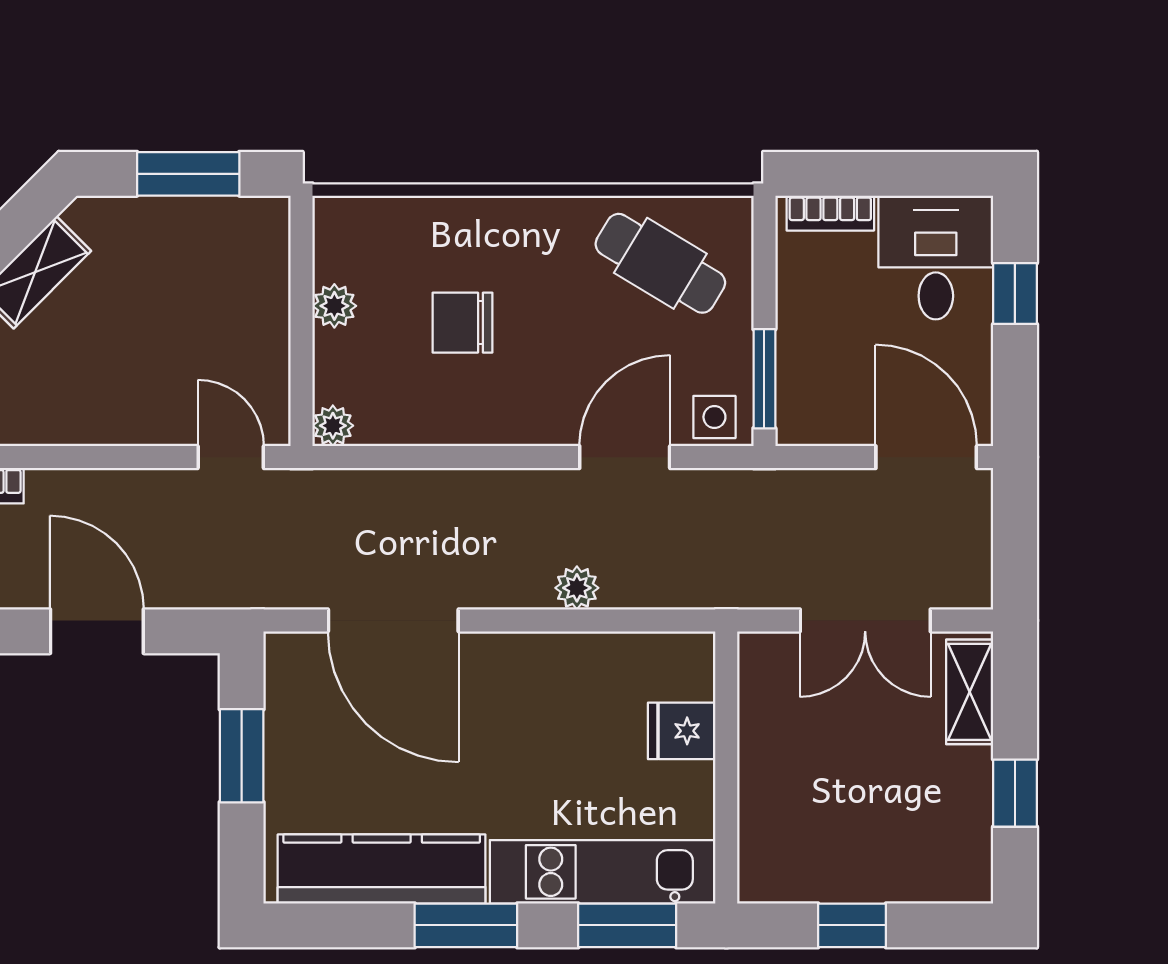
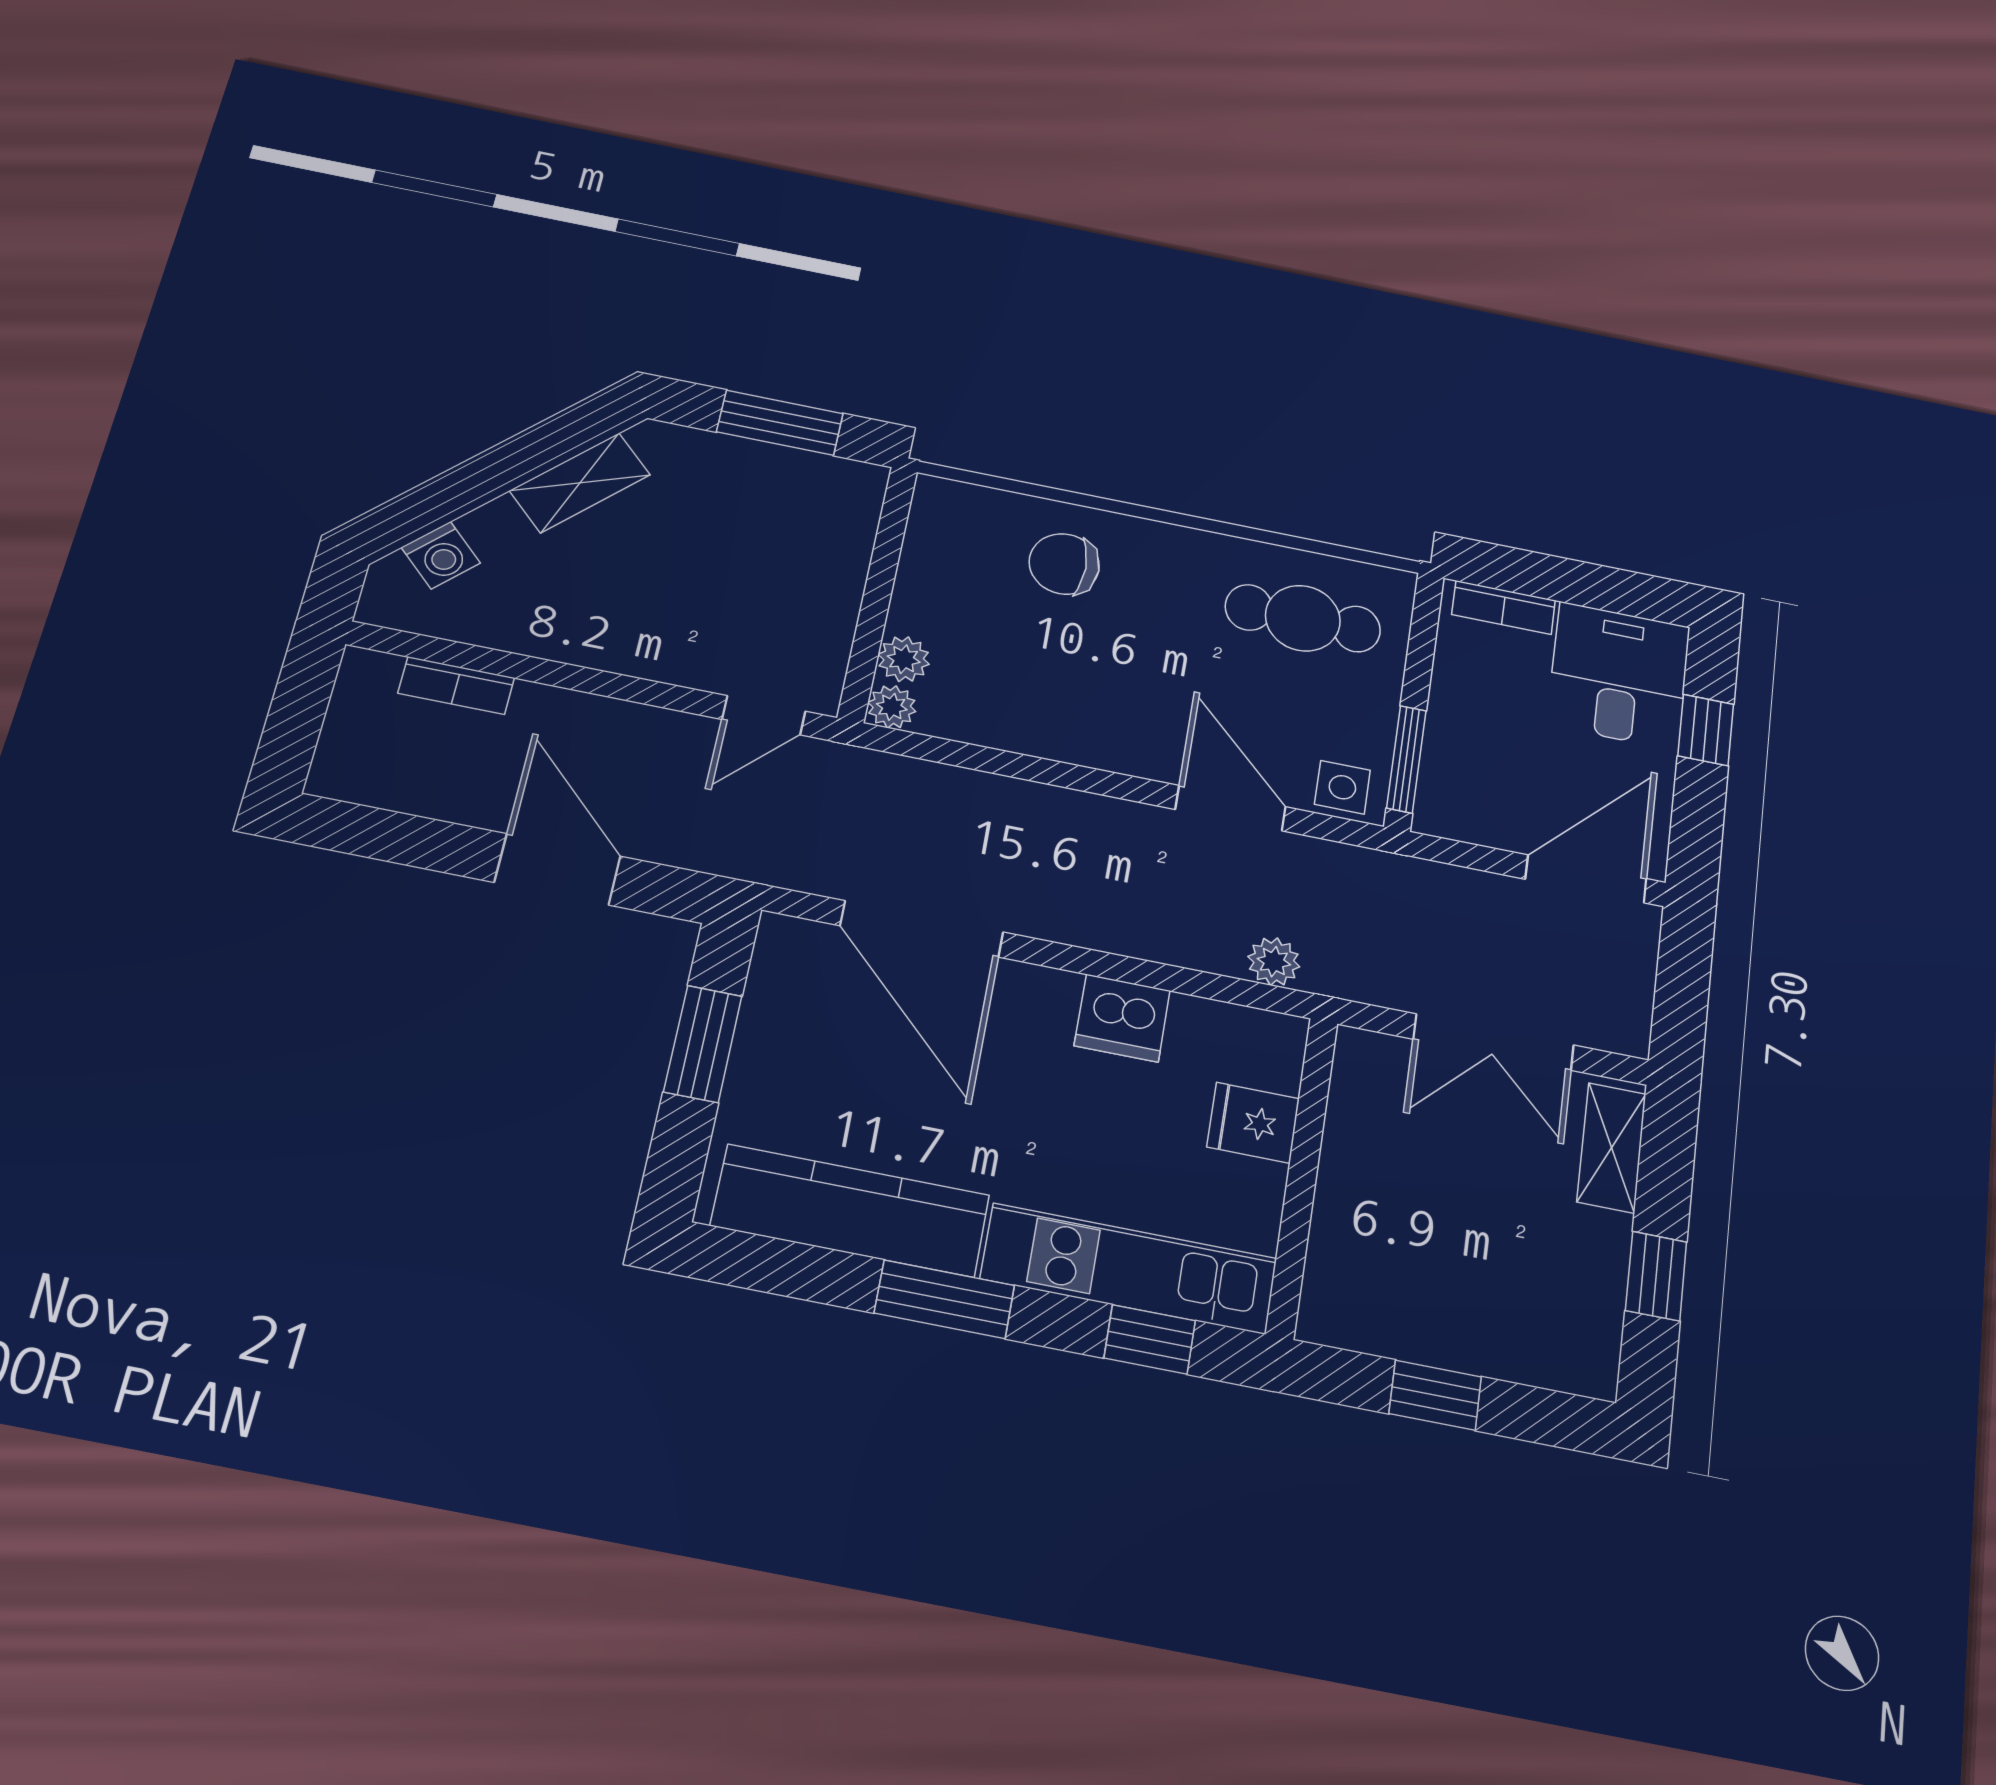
cafe table: (660, 263) -> (1303, 618), turned -31
plant: (334, 306) -> (904, 659), moved
chair: (462, 323) -> (1064, 564), moved
door: (231, 457) -> (764, 715), swing flipped
door: (625, 457) -> (1230, 808), hinge flipped
door: (926, 457) -> (1586, 879), hinge flipped
plant: (577, 588) -> (1274, 962), moved
dishwasher: (565, 663) -> (1122, 1018), added
window: (627, 925) -> (1150, 1339), width x0.67

